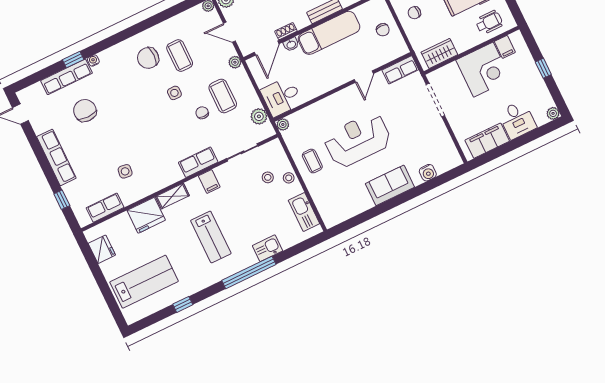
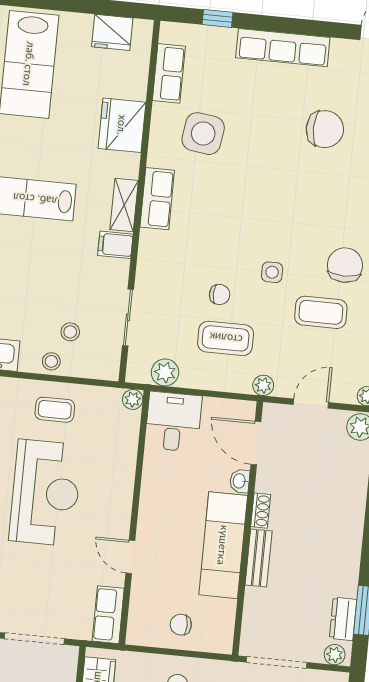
shoe rack: (286, 31) -> (261, 511), moved
row of seats: (198, 162) -> (157, 199), moved
side table: (125, 171) -> (203, 134), width x1.87, depth x1.87
shelving: (172, 196) -> (124, 205), moved

